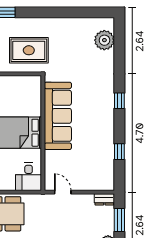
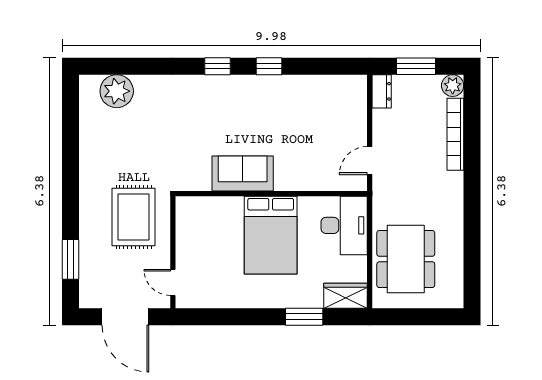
sofa: (58, 116) -> (243, 173), width x0.54, depth x0.79
window: (119, 152) -> (269, 66), moved
desk: (29, 177) -> (344, 225), width x1.37

